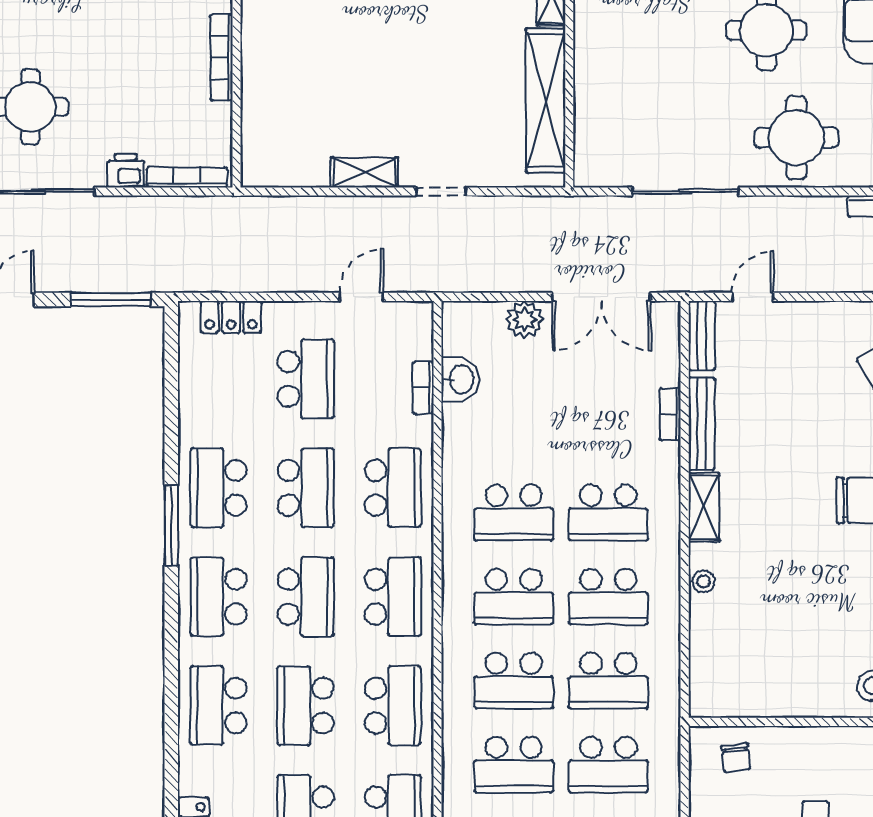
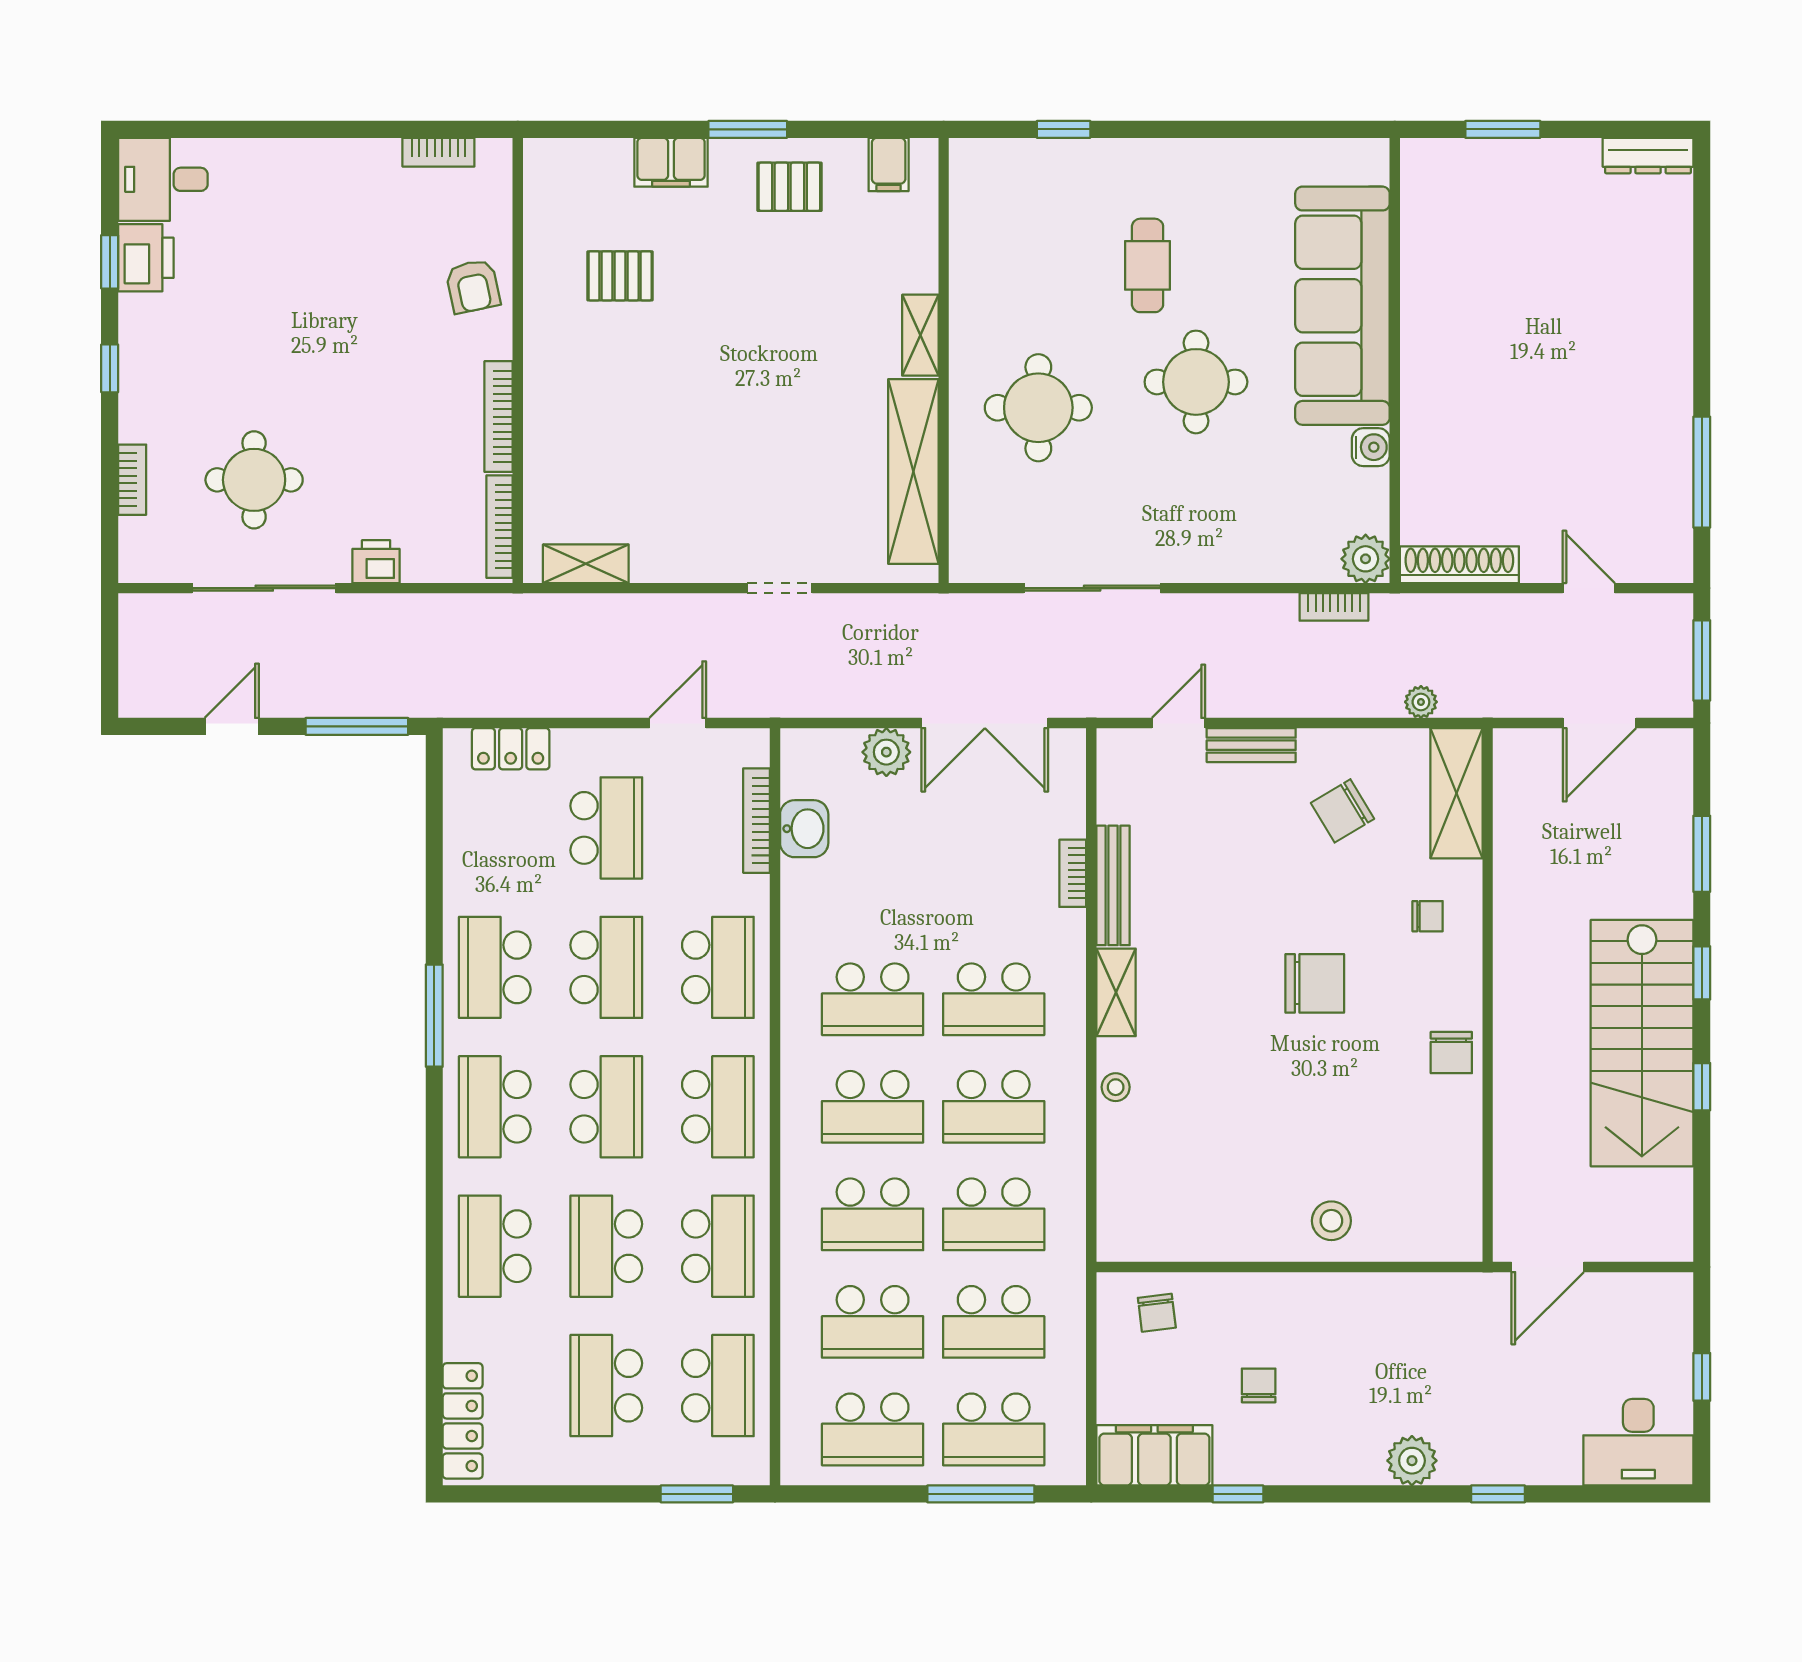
round table: (796, 138) -> (1038, 408), moved
shelving: (364, 172) -> (586, 564), moved
bookcase: (187, 177) -> (500, 527), moved, turned -90
bench: (702, 336) -> (1251, 745), moved, turned 90
bookcase: (423, 388) -> (757, 821), width x1.56

